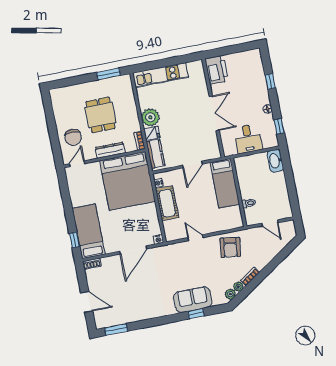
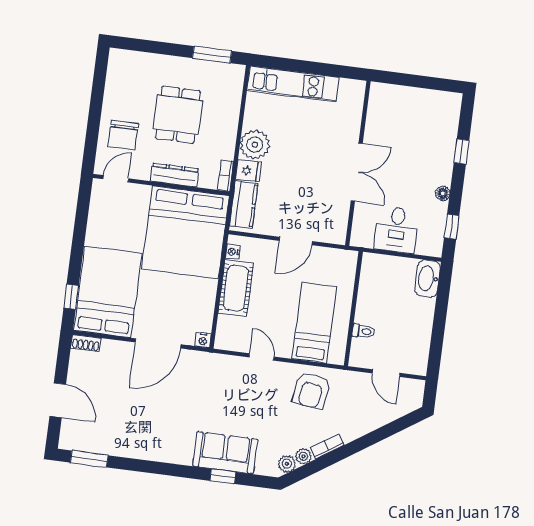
printer: (217, 70) -> (383, 105), removed
bed: (225, 183) -> (314, 323), moved, turned 180
bed: (89, 231) -> (108, 292), width x1.50

